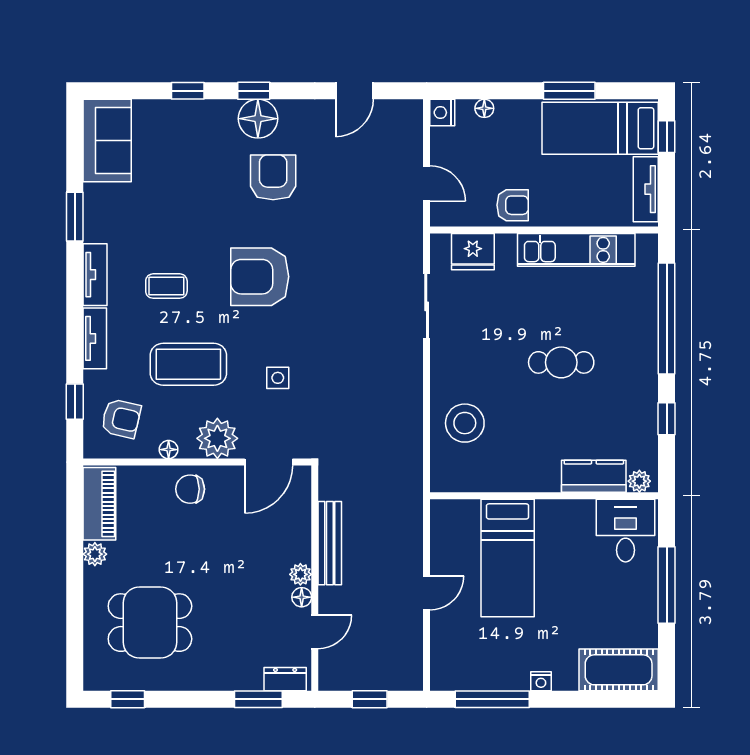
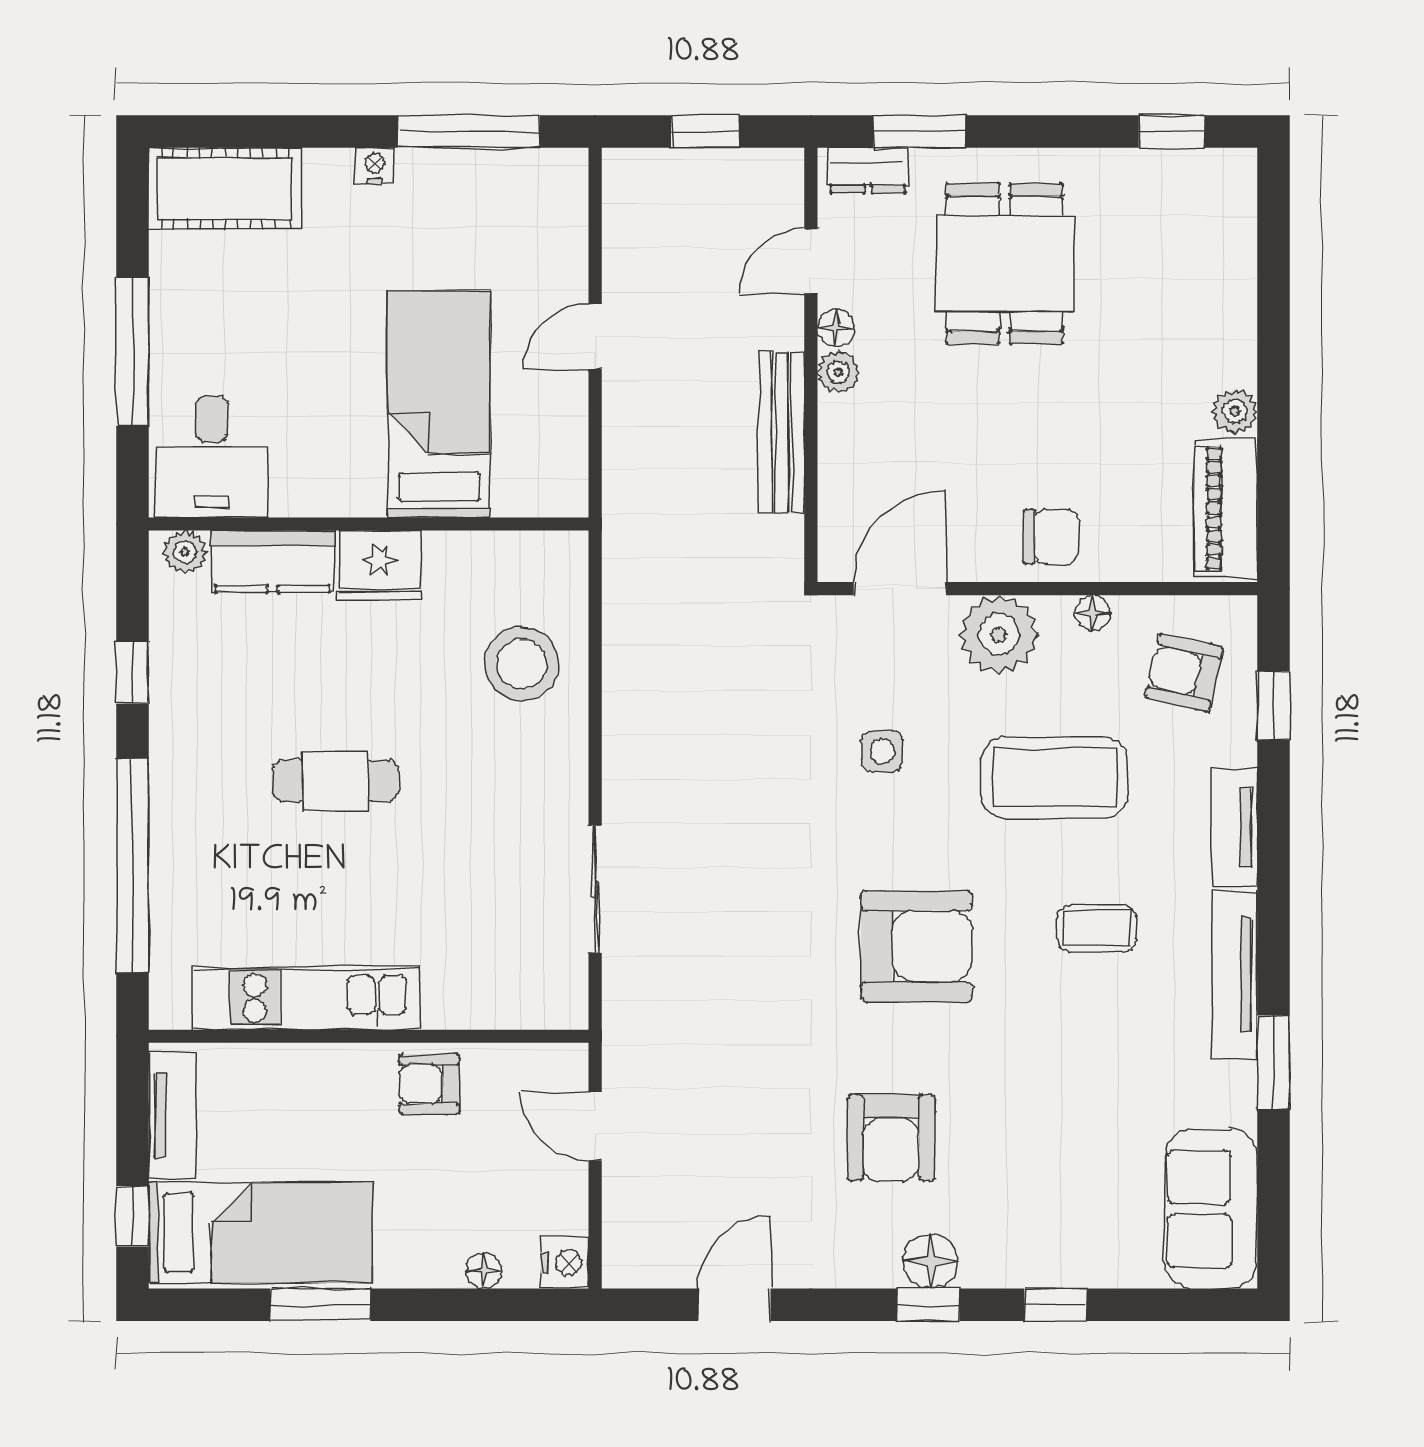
floor lamp: (258, 119) -> (930, 1261), width x0.73, depth x0.73
fridge: (473, 252) -> (380, 566), moved, turned 180
tv unit: (95, 275) -> (1234, 975), width x1.41
dining table: (150, 623) -> (1005, 264), moved, turned 90

